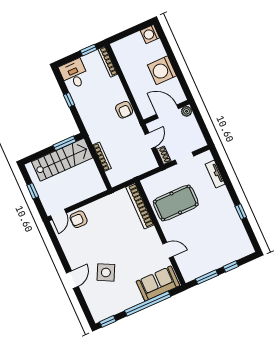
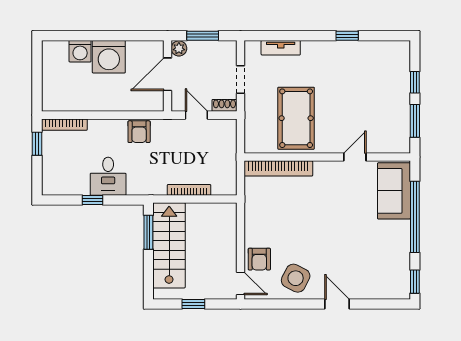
washing machine: (150, 34) -> (80, 51), moved
desk: (74, 74) -> (108, 176), moved, turned -90
armchair: (124, 110) -> (139, 132), turned 90
window: (201, 122) -> (203, 36), added
side table: (106, 272) -> (296, 278), moved

